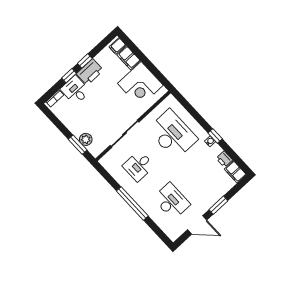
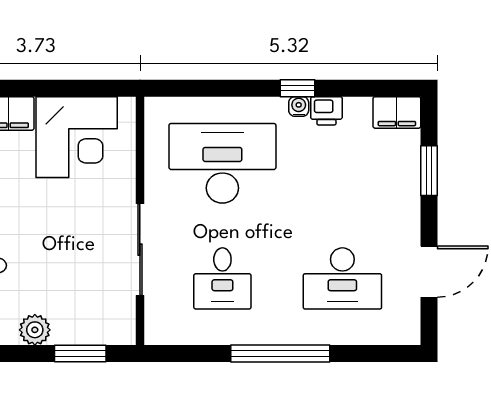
plant: (86, 139) -> (35, 330), moved
printer: (224, 159) -> (326, 111), moved
desk: (171, 201) -> (342, 278), turned 180
window: (218, 205) -> (429, 171), moved

